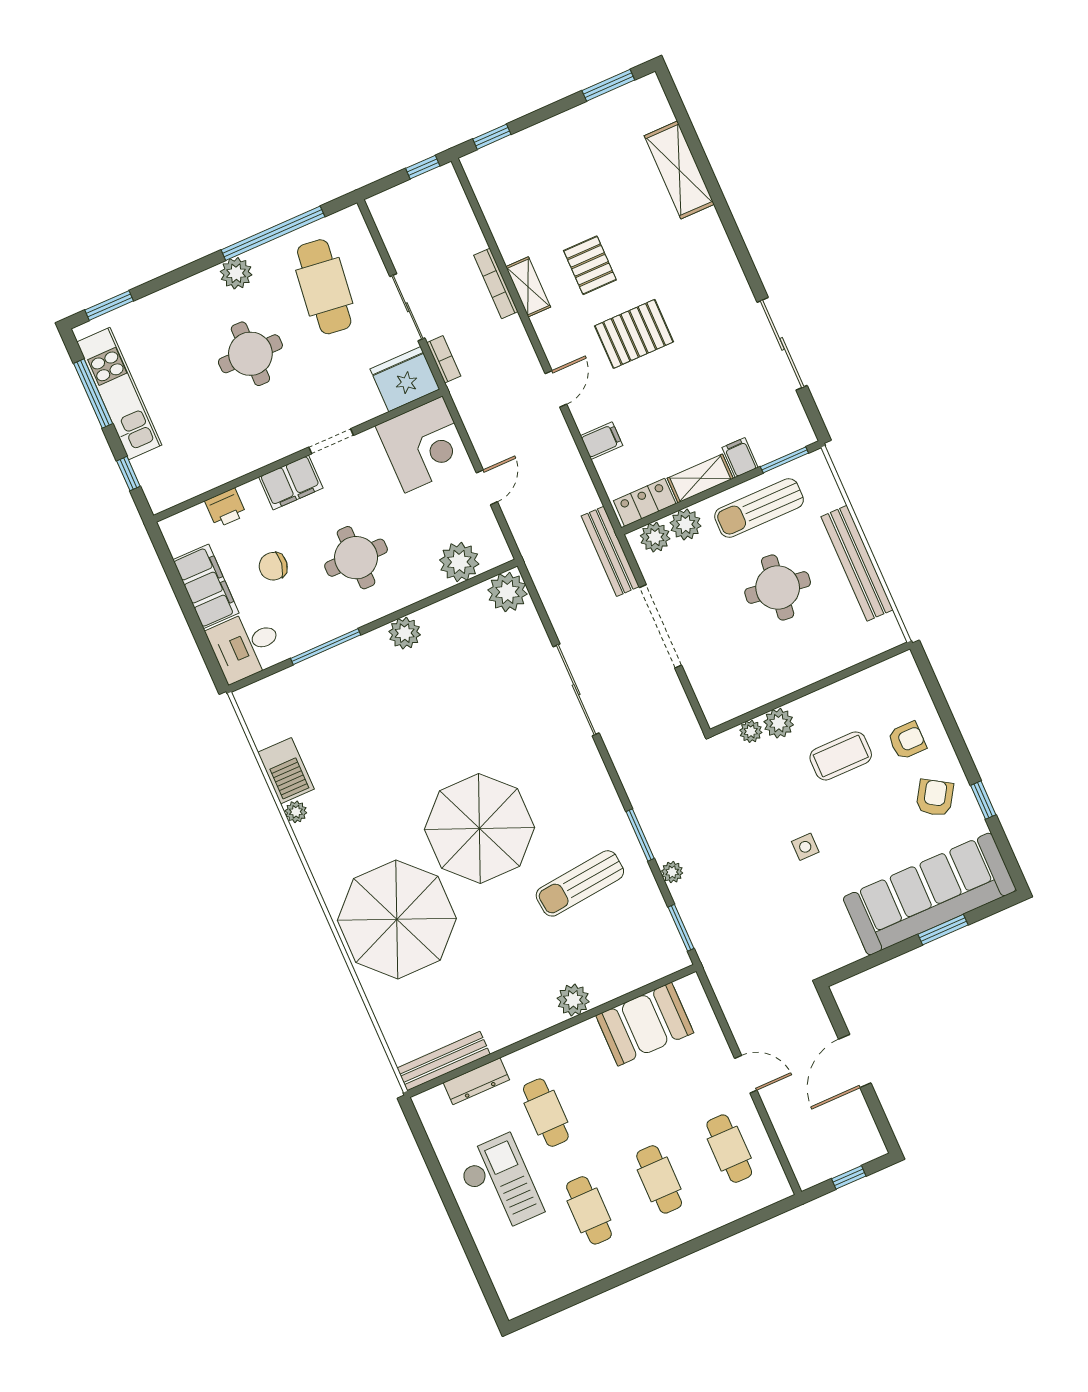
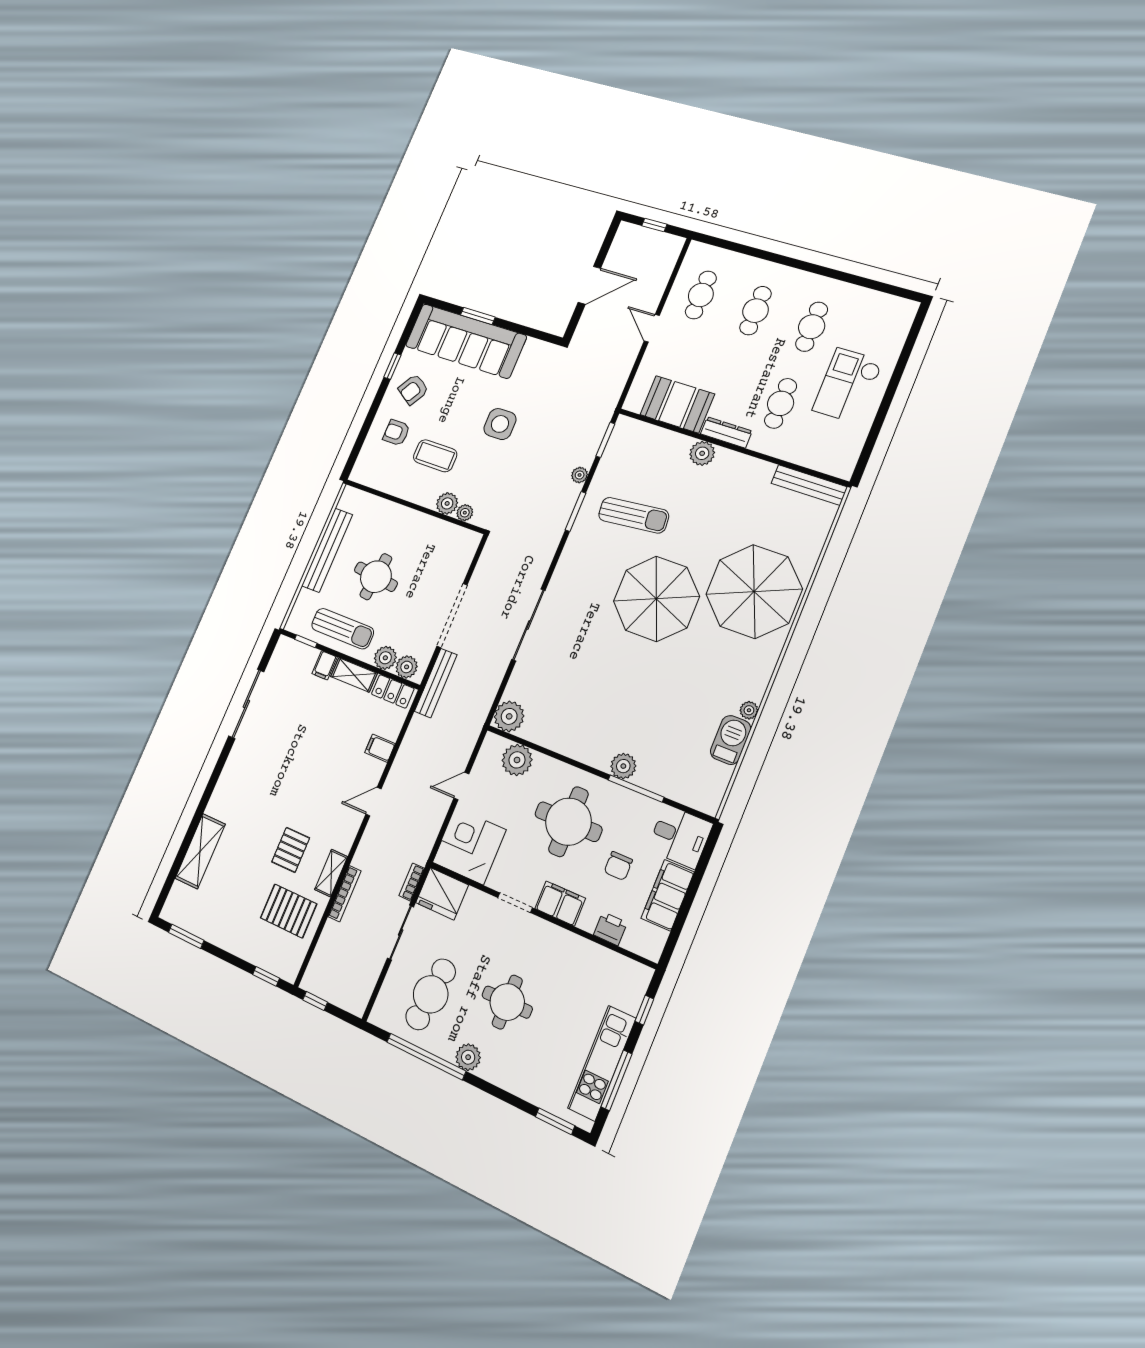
pallet: (634, 334) -> (289, 911), moved
window: (784, 460) -> (306, 641), width x0.67
round table: (356, 558) -> (568, 822), width x1.36, depth x1.36
chair: (273, 566) -> (618, 866), turned 81
plant: (405, 633) -> (623, 766), moved
side table: (805, 847) -> (500, 424), width x1.87, depth x1.87
dresser: (476, 1081) -> (726, 432), moved

